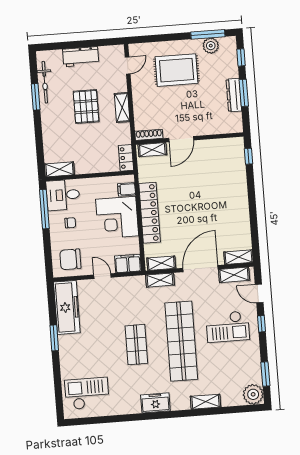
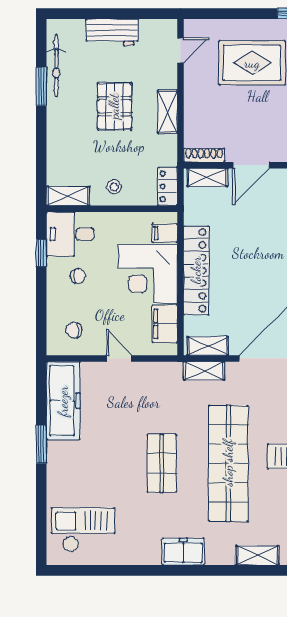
stool: (90, 161) -> (114, 187), added
window: (44, 209) -> (41, 253), width x0.46
chair: (70, 259) -> (74, 330), width x0.54, depth x0.54
filing cabinet: (128, 263) -> (165, 324), moved, turned -90

